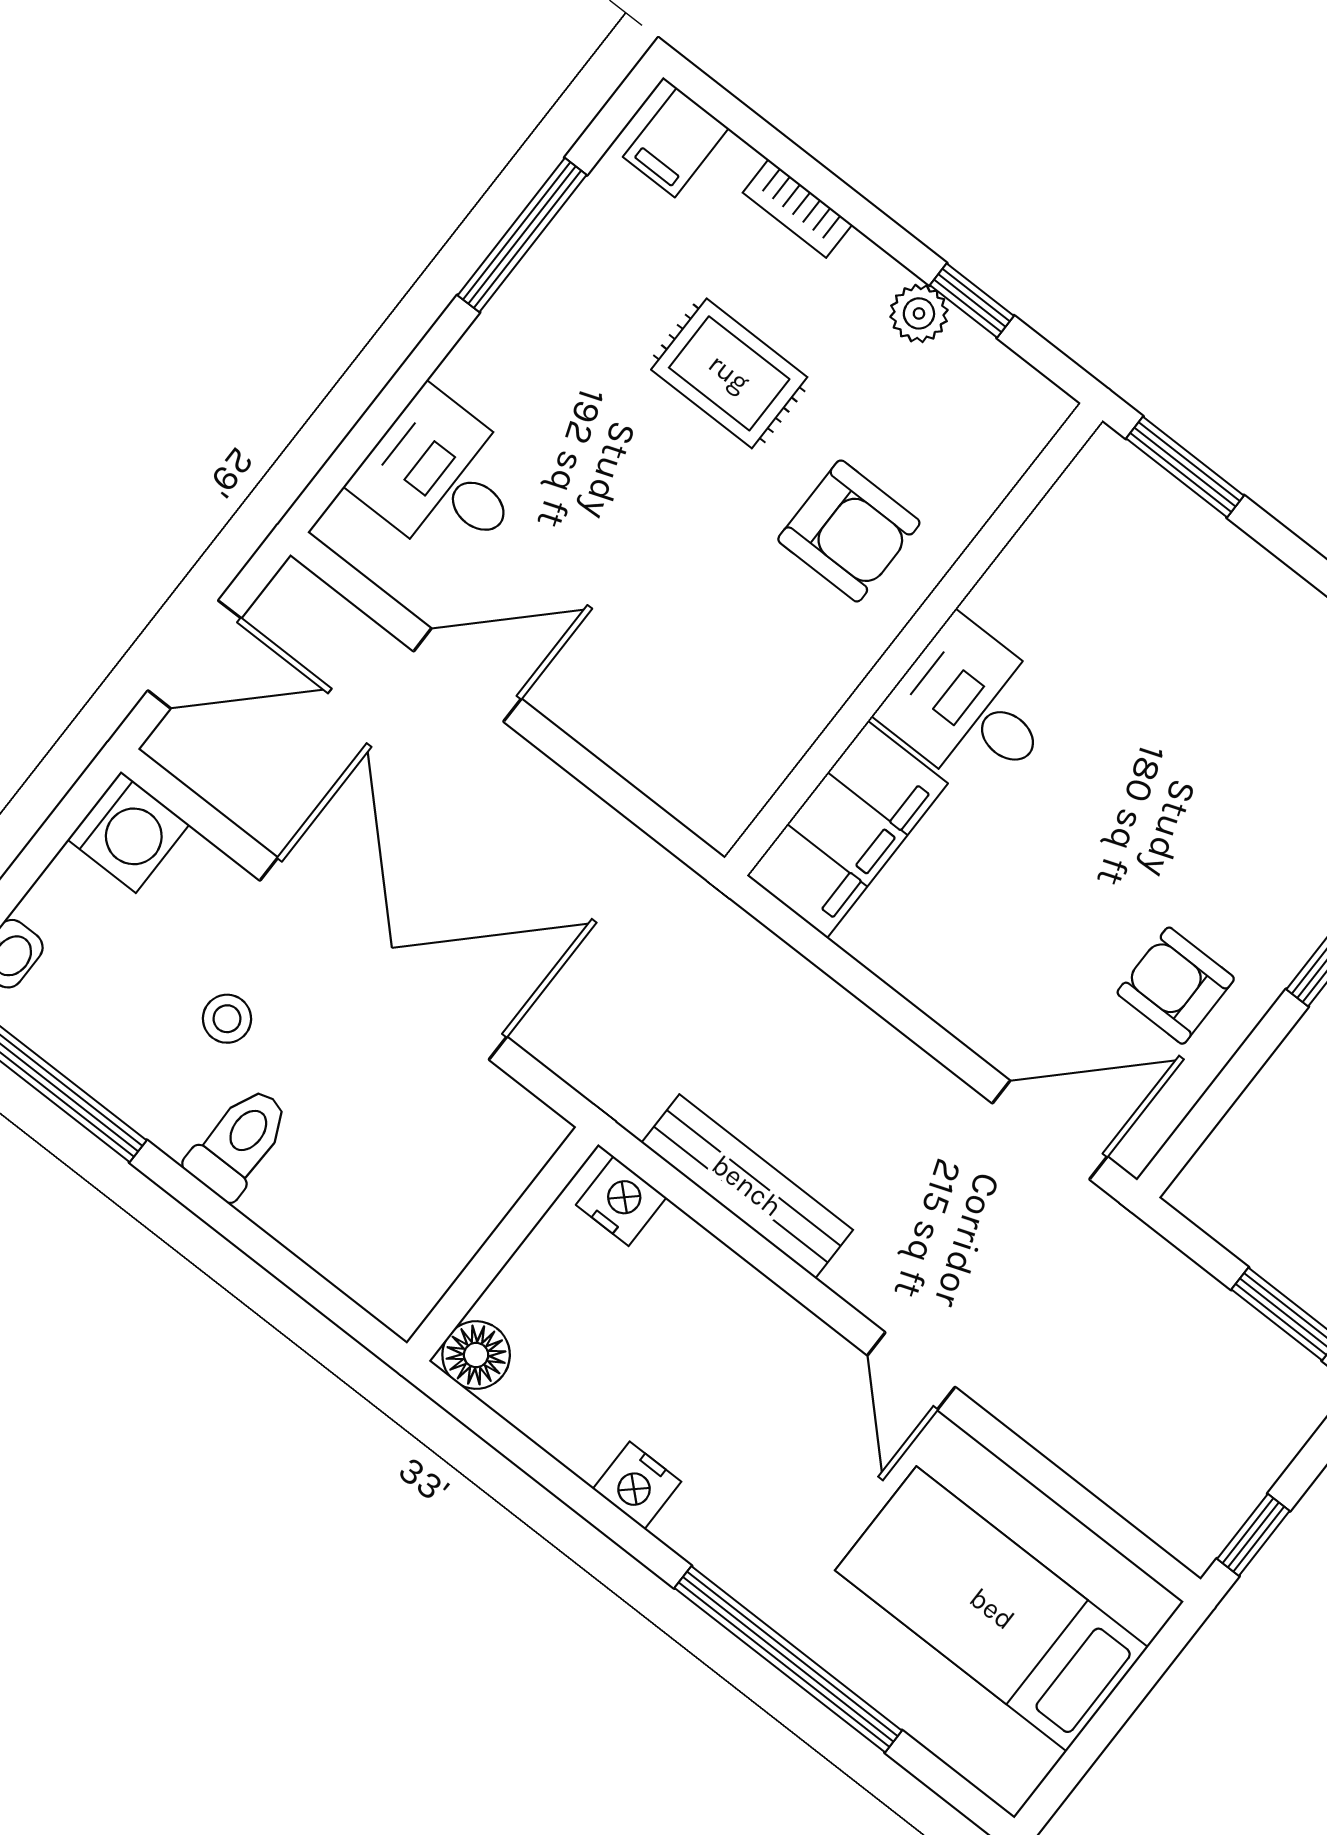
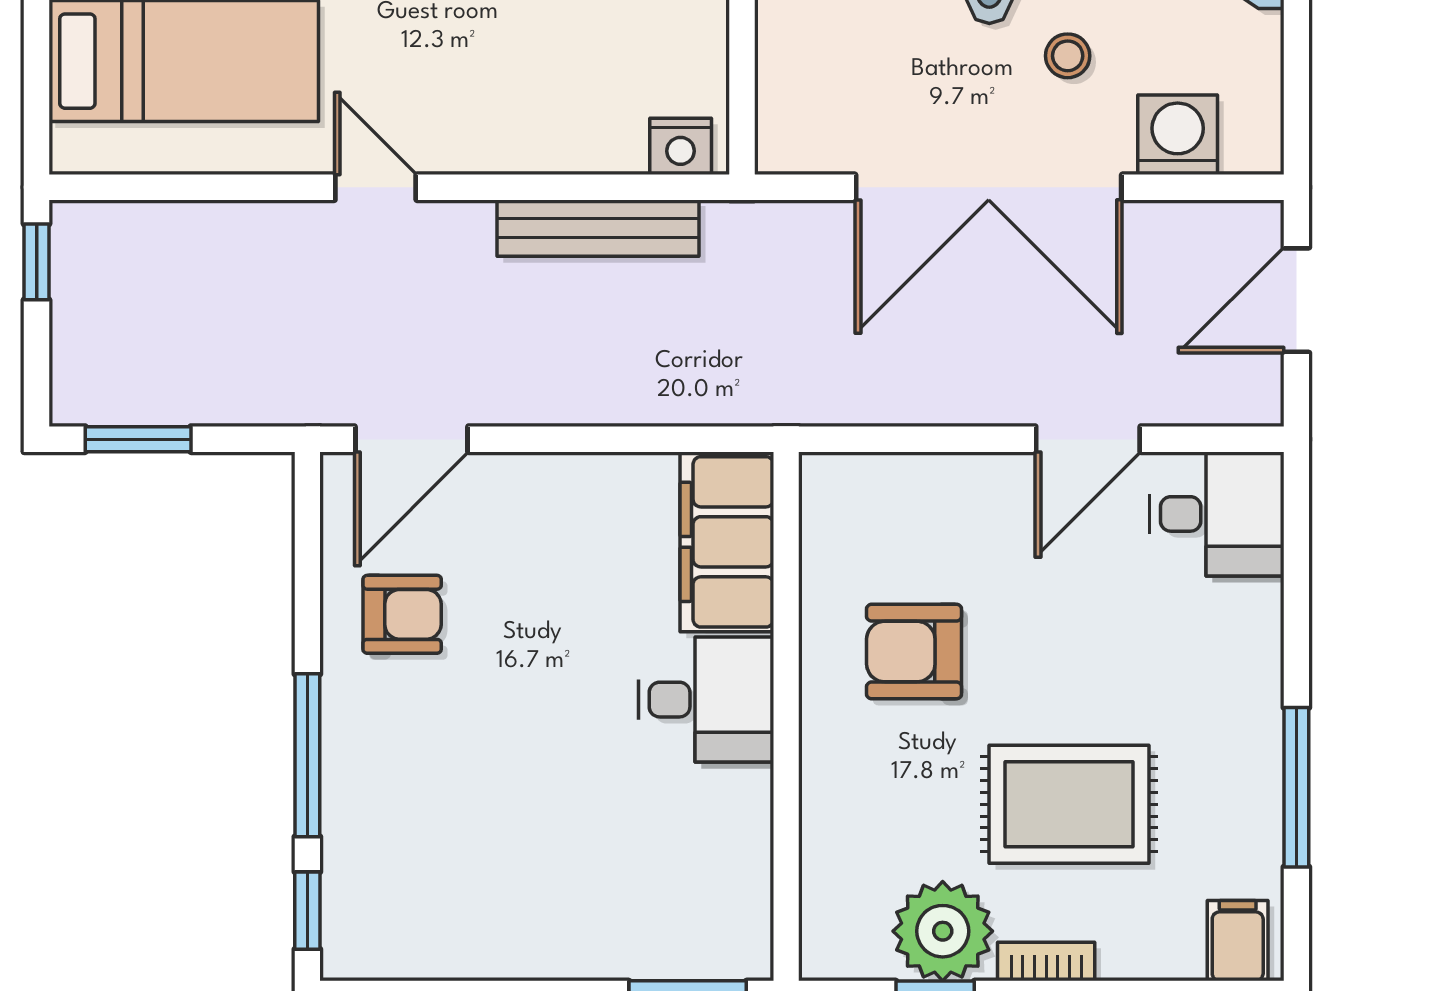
bookcase: (797, 209) -> (1046, 962), moved
plant: (919, 313) -> (943, 931), width x1.87, depth x1.87
rug: (729, 373) -> (1069, 804), width x1.36, depth x1.43
desk: (442, 478) -> (1217, 514), moved
armchair: (849, 531) -> (914, 652), moved
washing machine: (128, 832) -> (1178, 135), moved, turned 90

